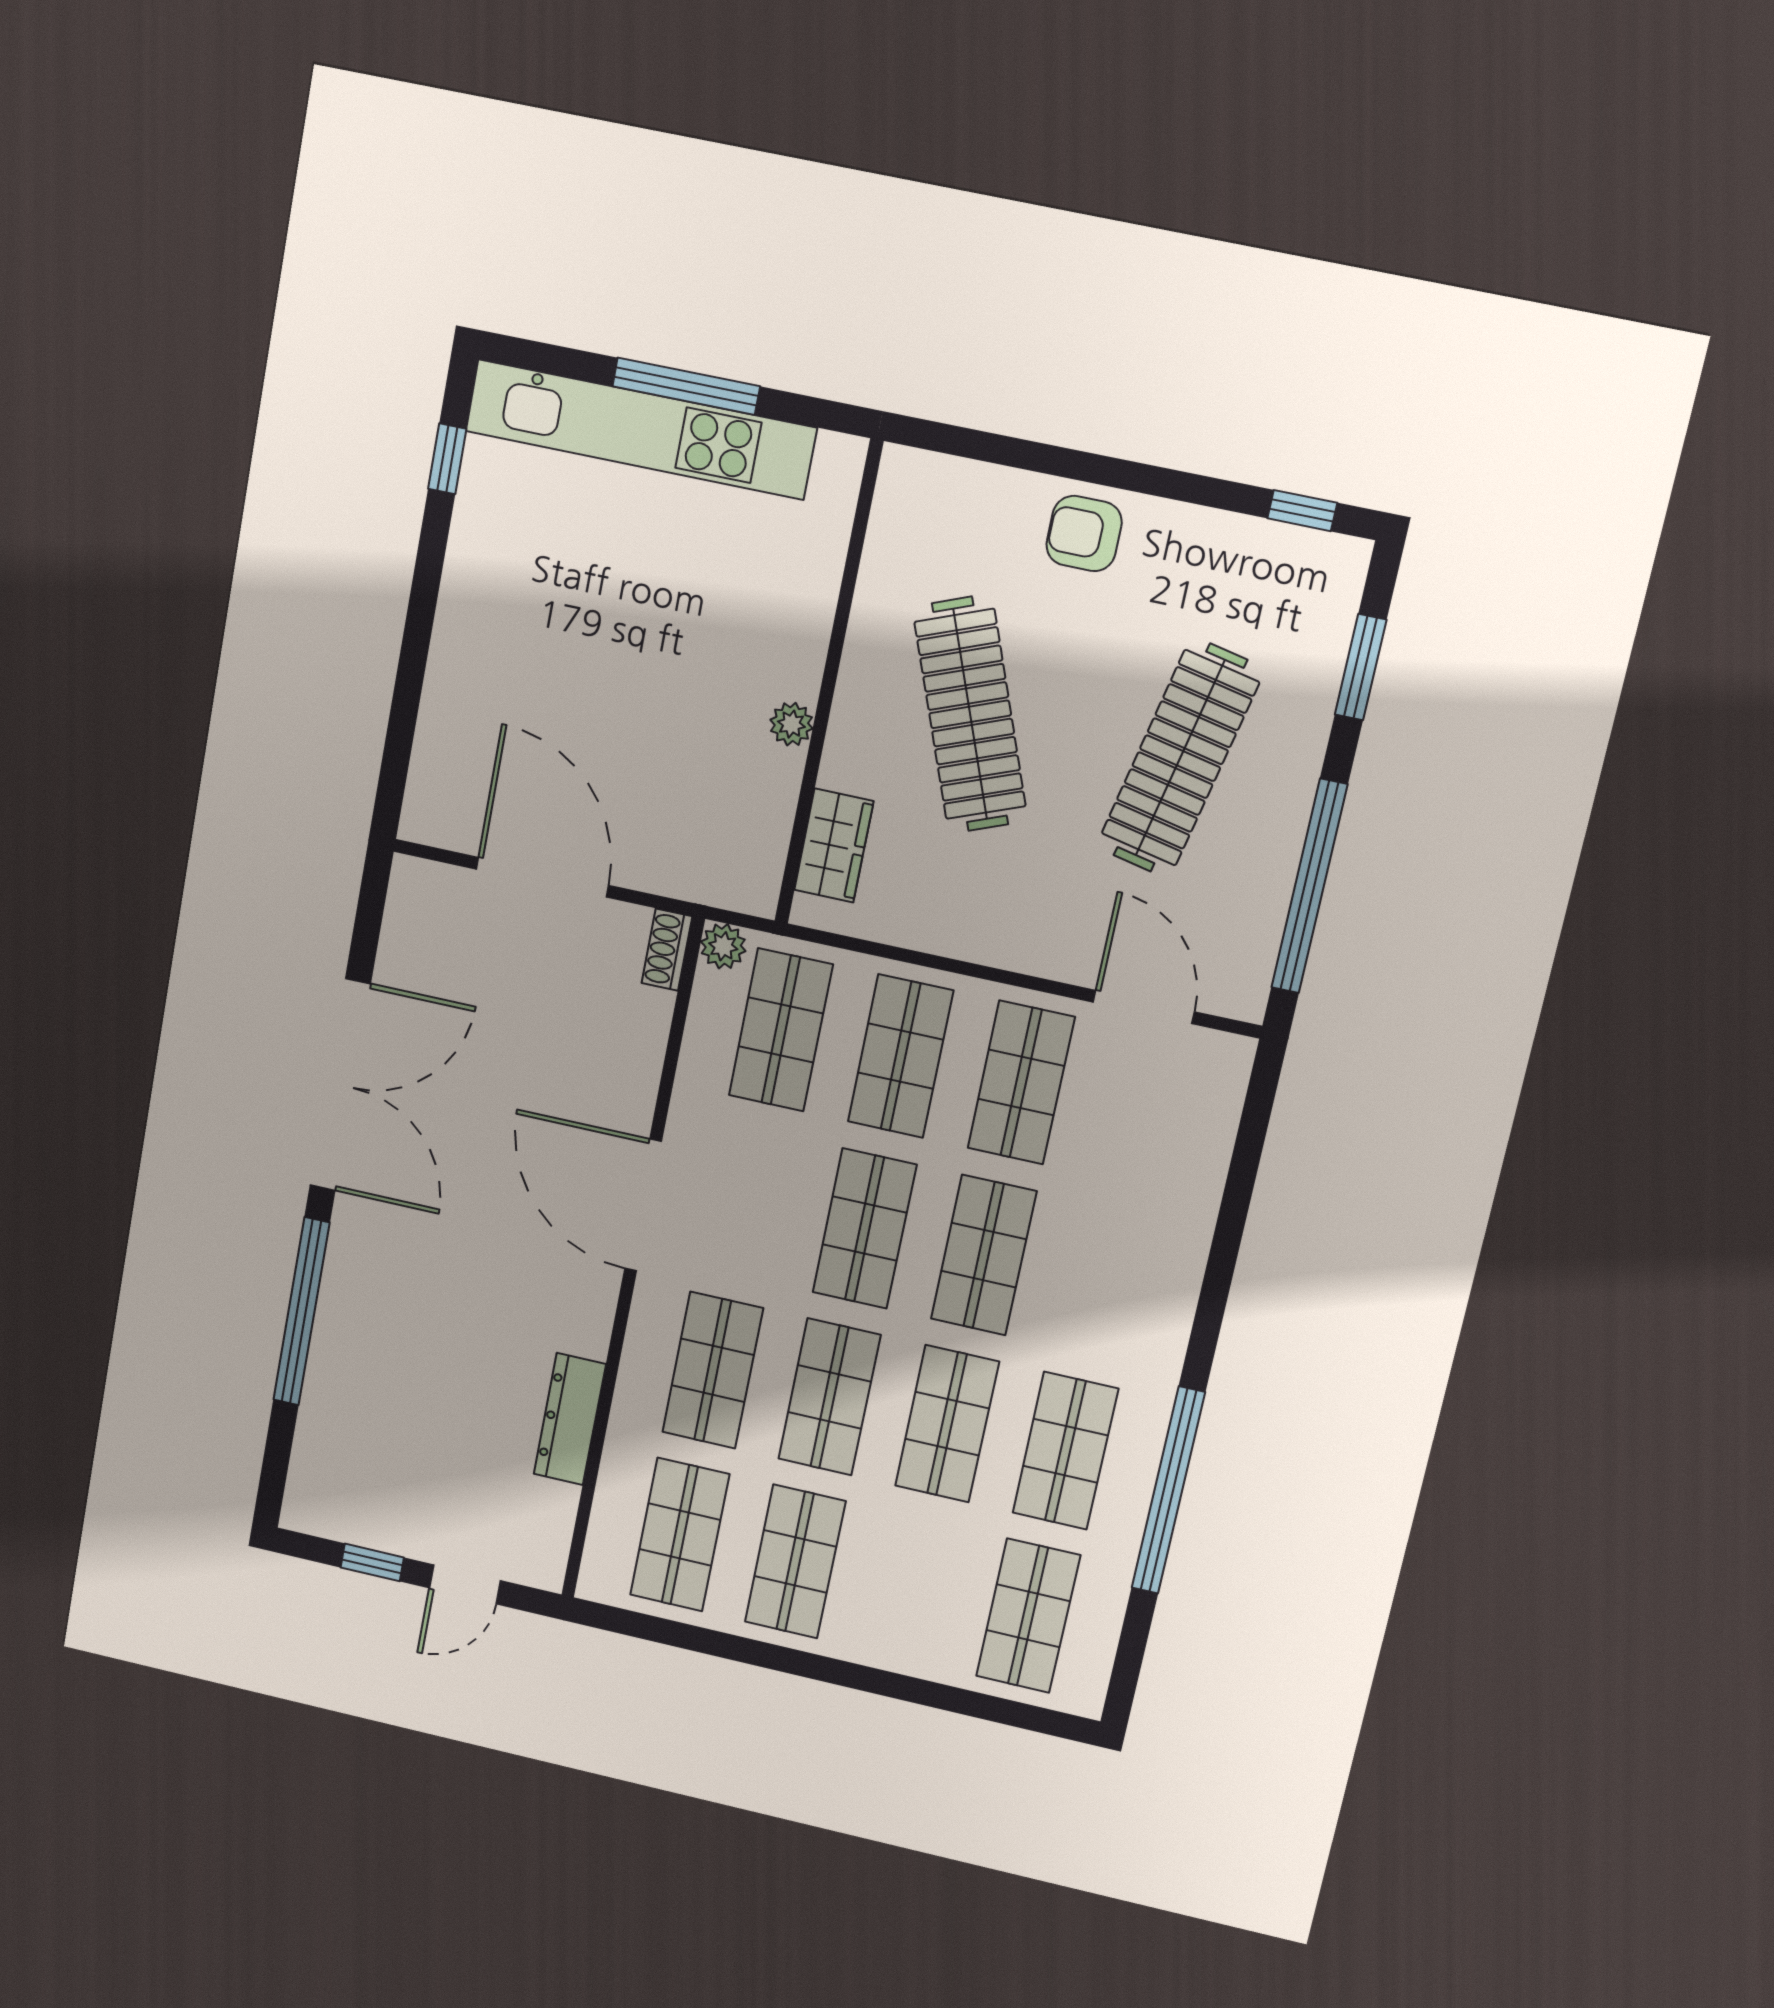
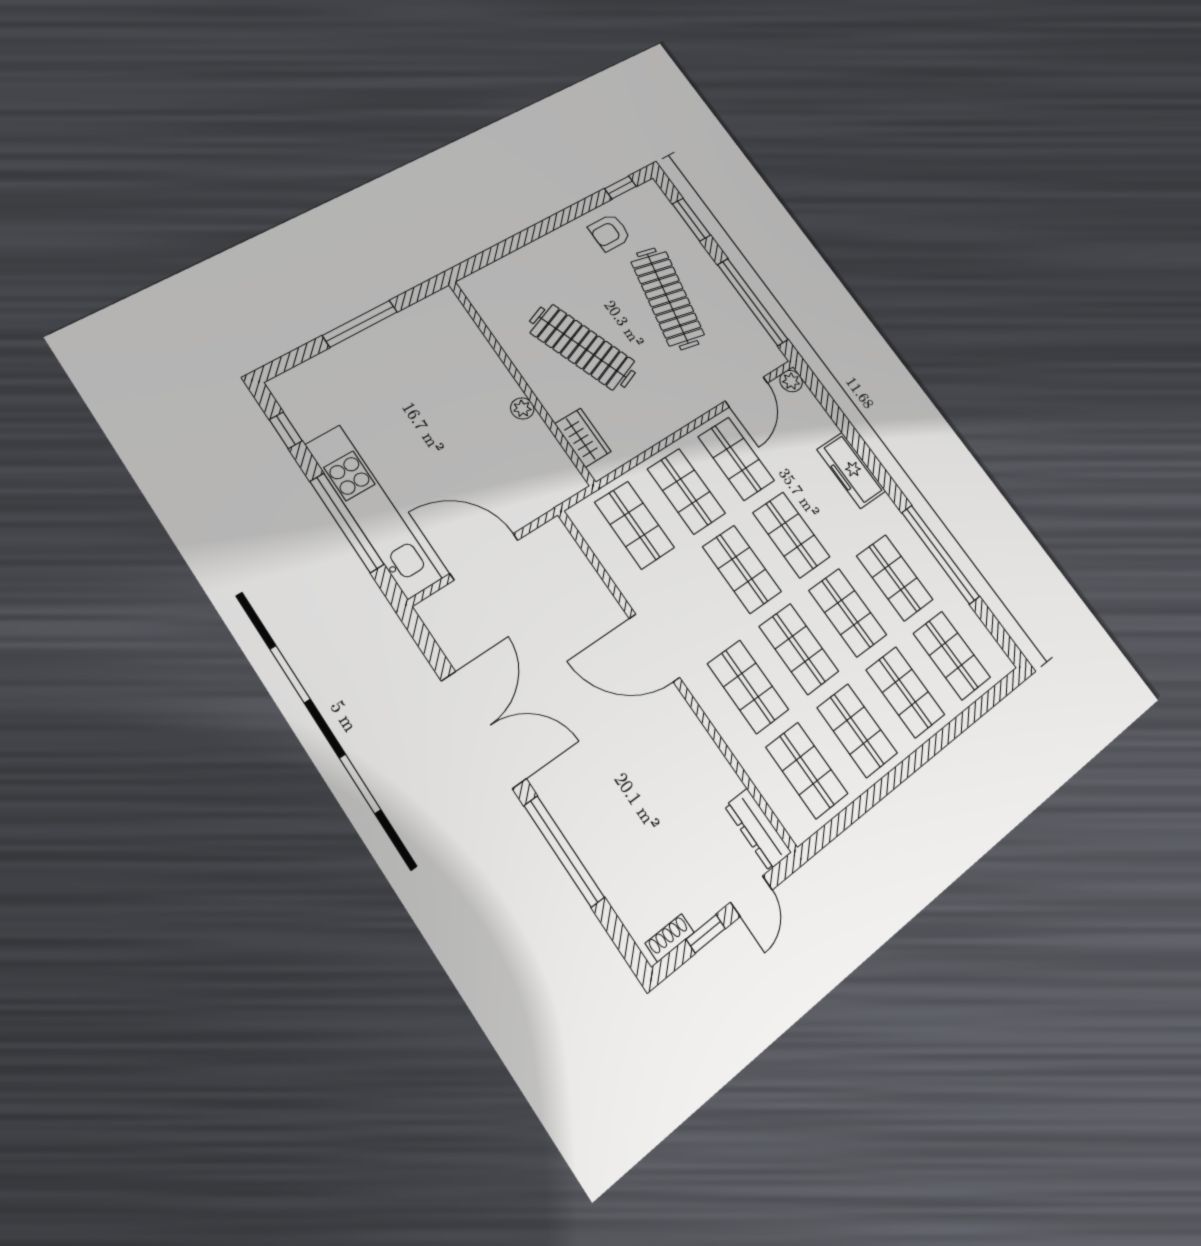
kitchen unit: (640, 429) -> (373, 511), moved, turned -90
armchair: (1084, 534) -> (610, 232), moved
window: (412, 664) -> (347, 523), added
plant: (723, 946) -> (791, 381), moved
shoe rack: (667, 950) -> (670, 938), moved, turned 90
door: (1144, 1007) -> (746, 392), swing flipped
freezer: (1173, 1261) -> (851, 470), added
dresser: (570, 1419) -> (758, 829), moved
shop shelf: (911, 1589) -> (905, 692), added

